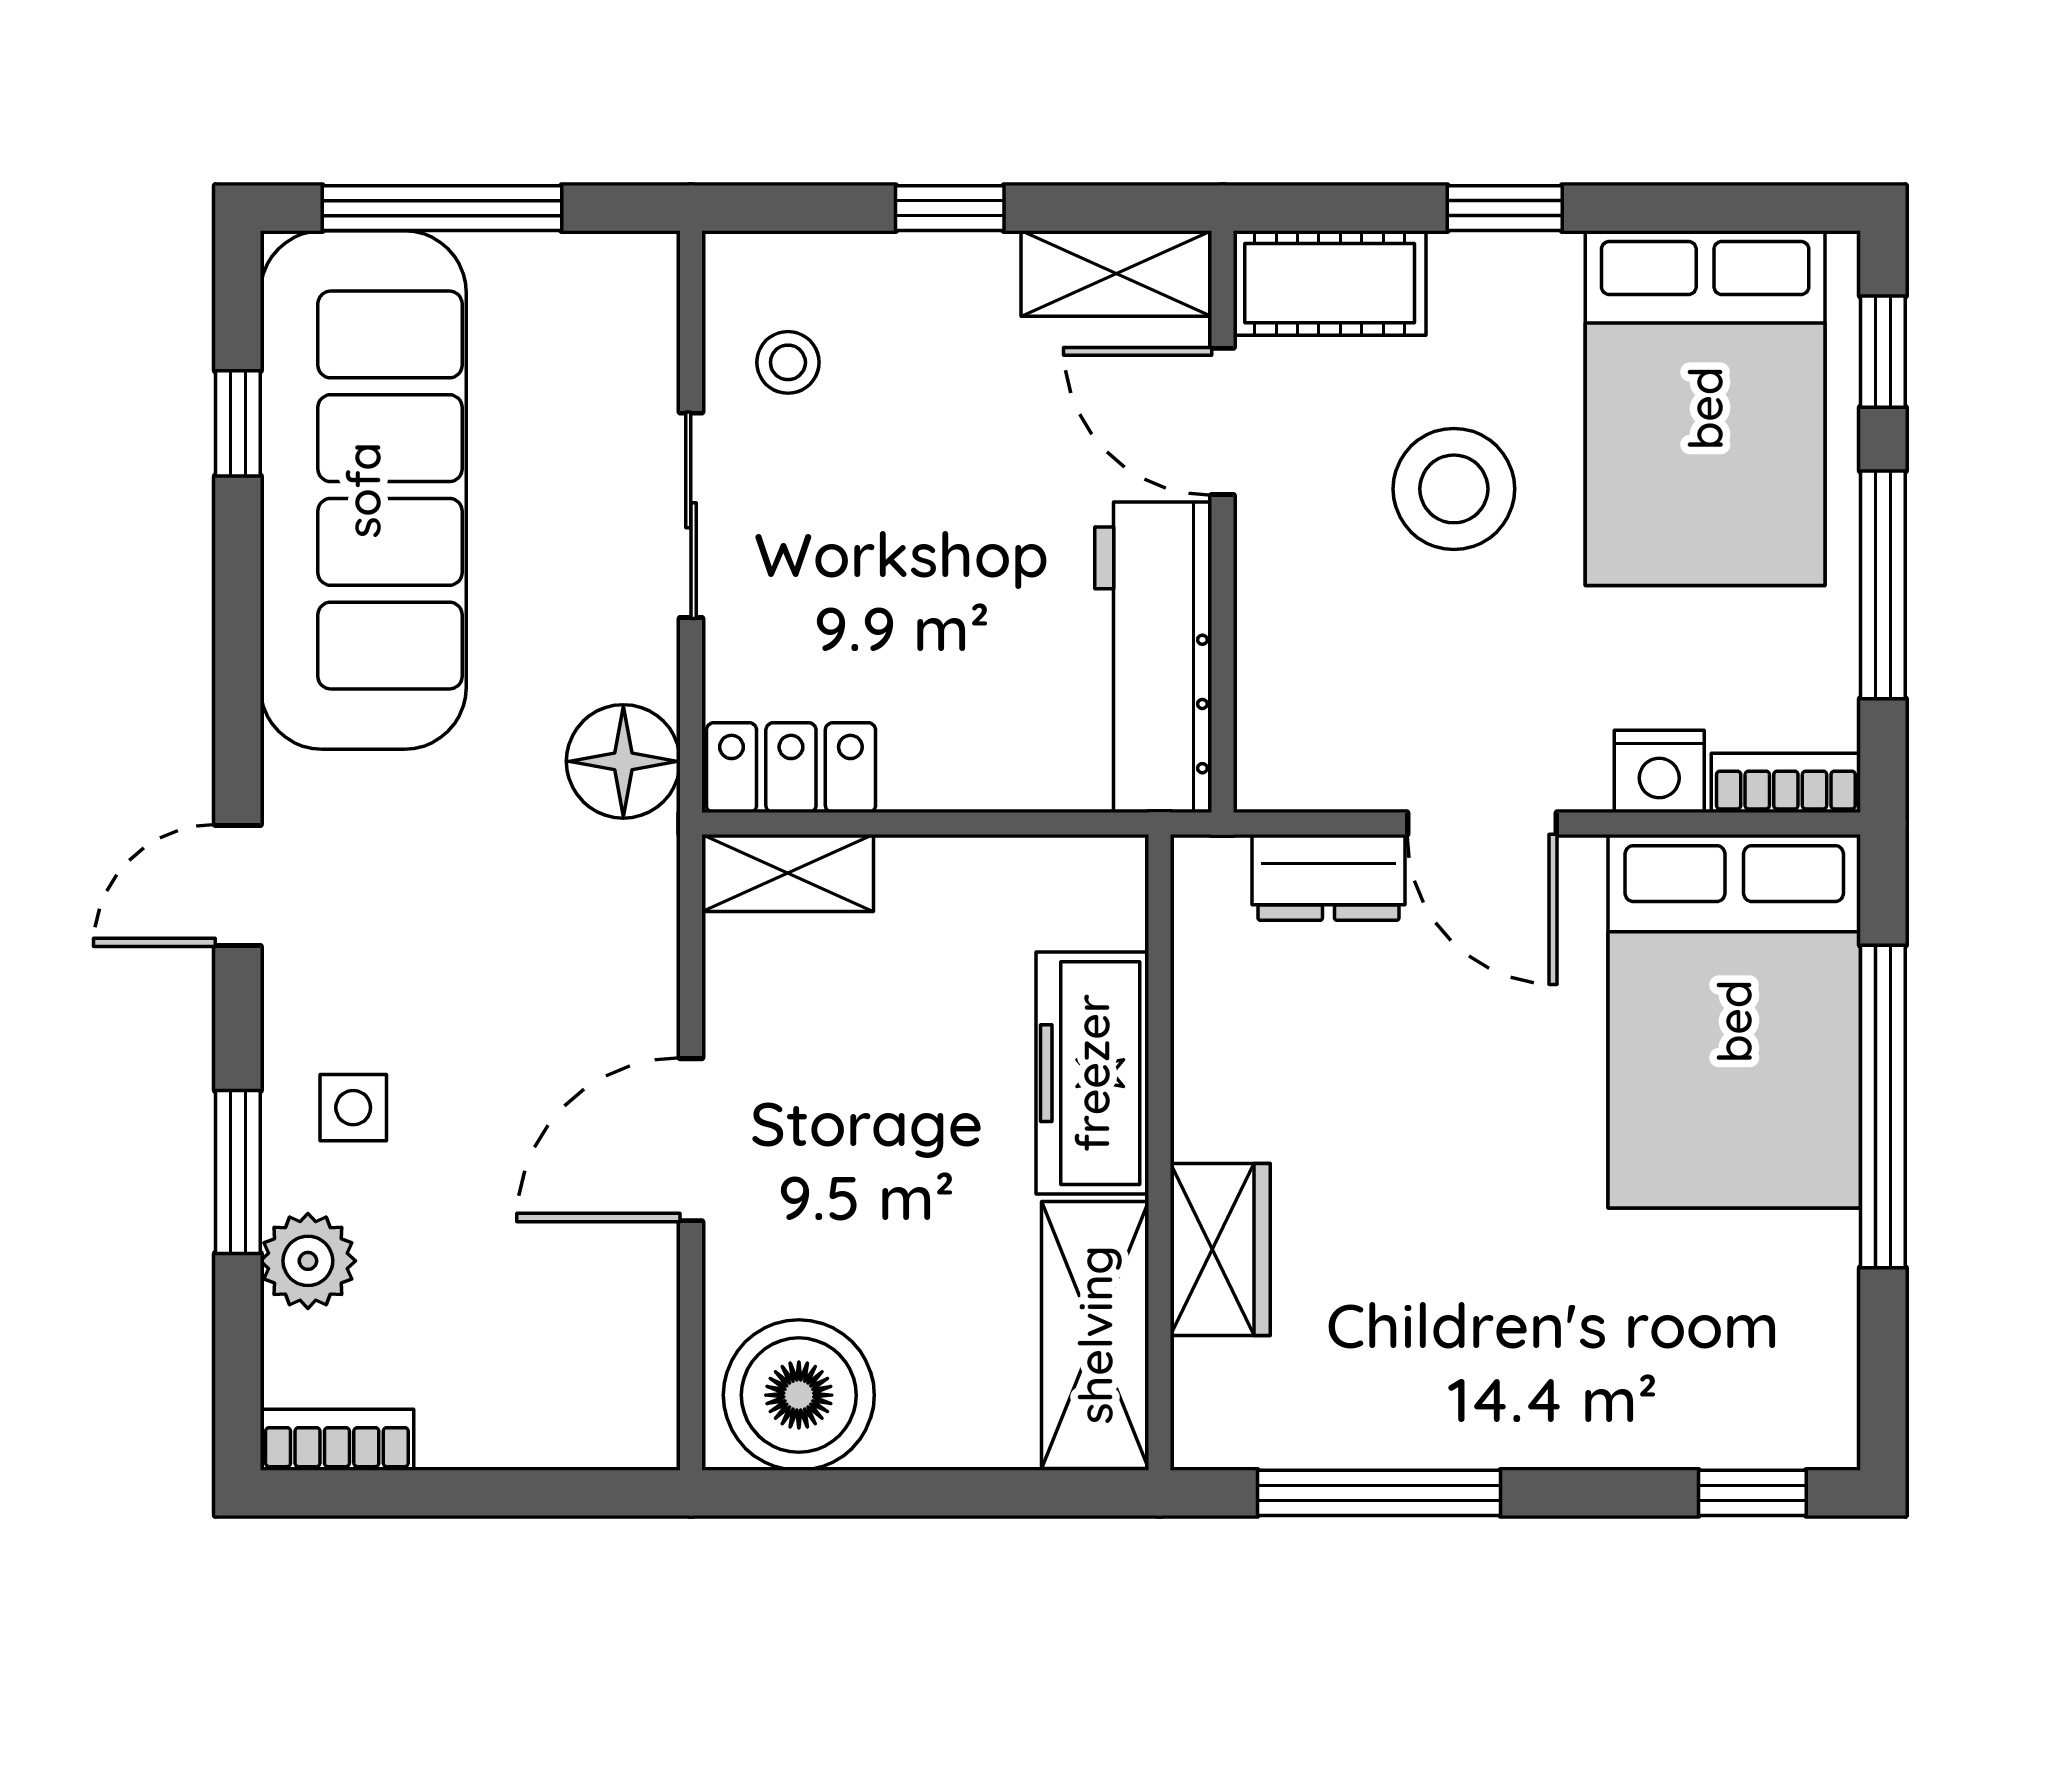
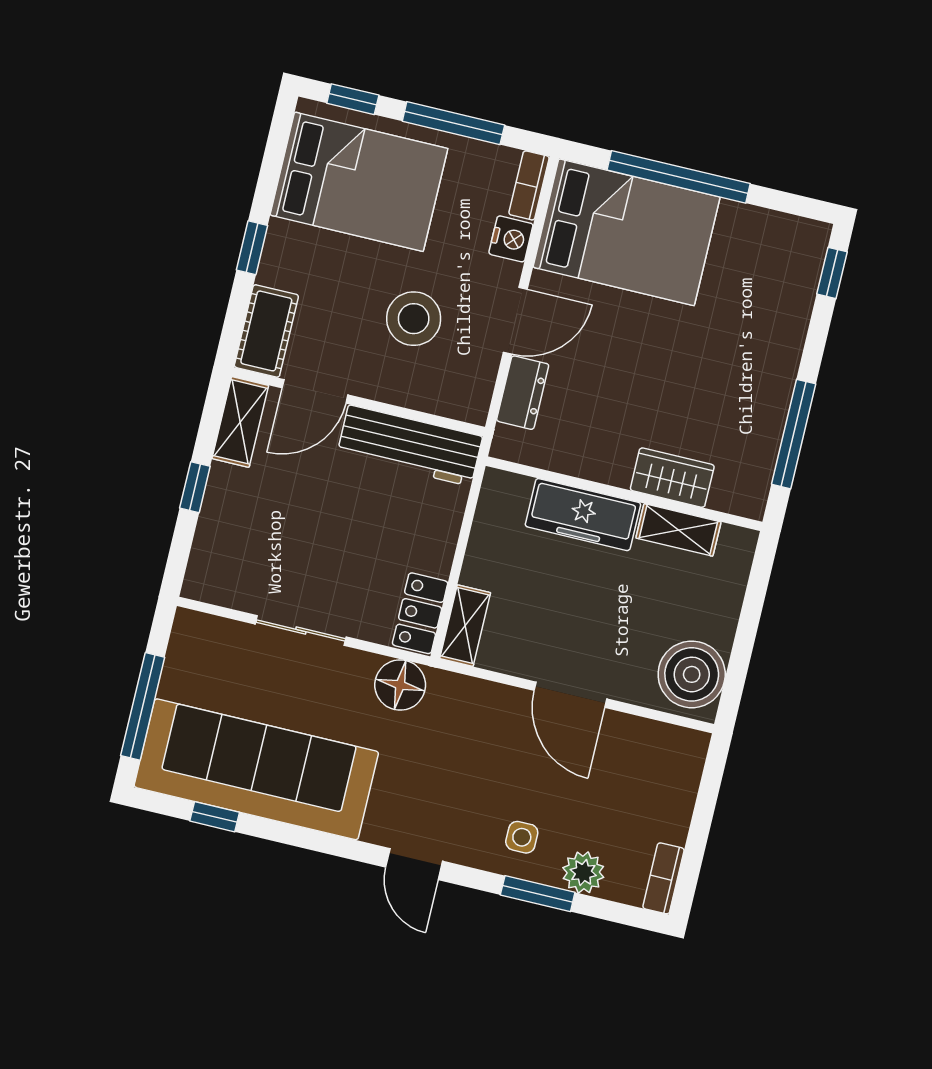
stool: (788, 362) -> (245, 573), removed
stool: (1454, 489) -> (414, 319), moved
shelving: (1095, 1335) -> (678, 530), width x0.67, depth x0.75

